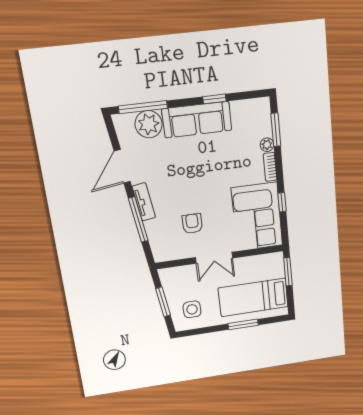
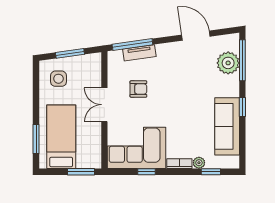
window: (214, 99) -> (242, 107), moved
sofa: (197, 120) -> (227, 126), moved
window: (276, 130) -> (211, 172), width x0.67
tv unit: (144, 202) -> (139, 53), moved
window: (138, 220) -> (132, 45), moved
window: (243, 324) -> (36, 139), moved

